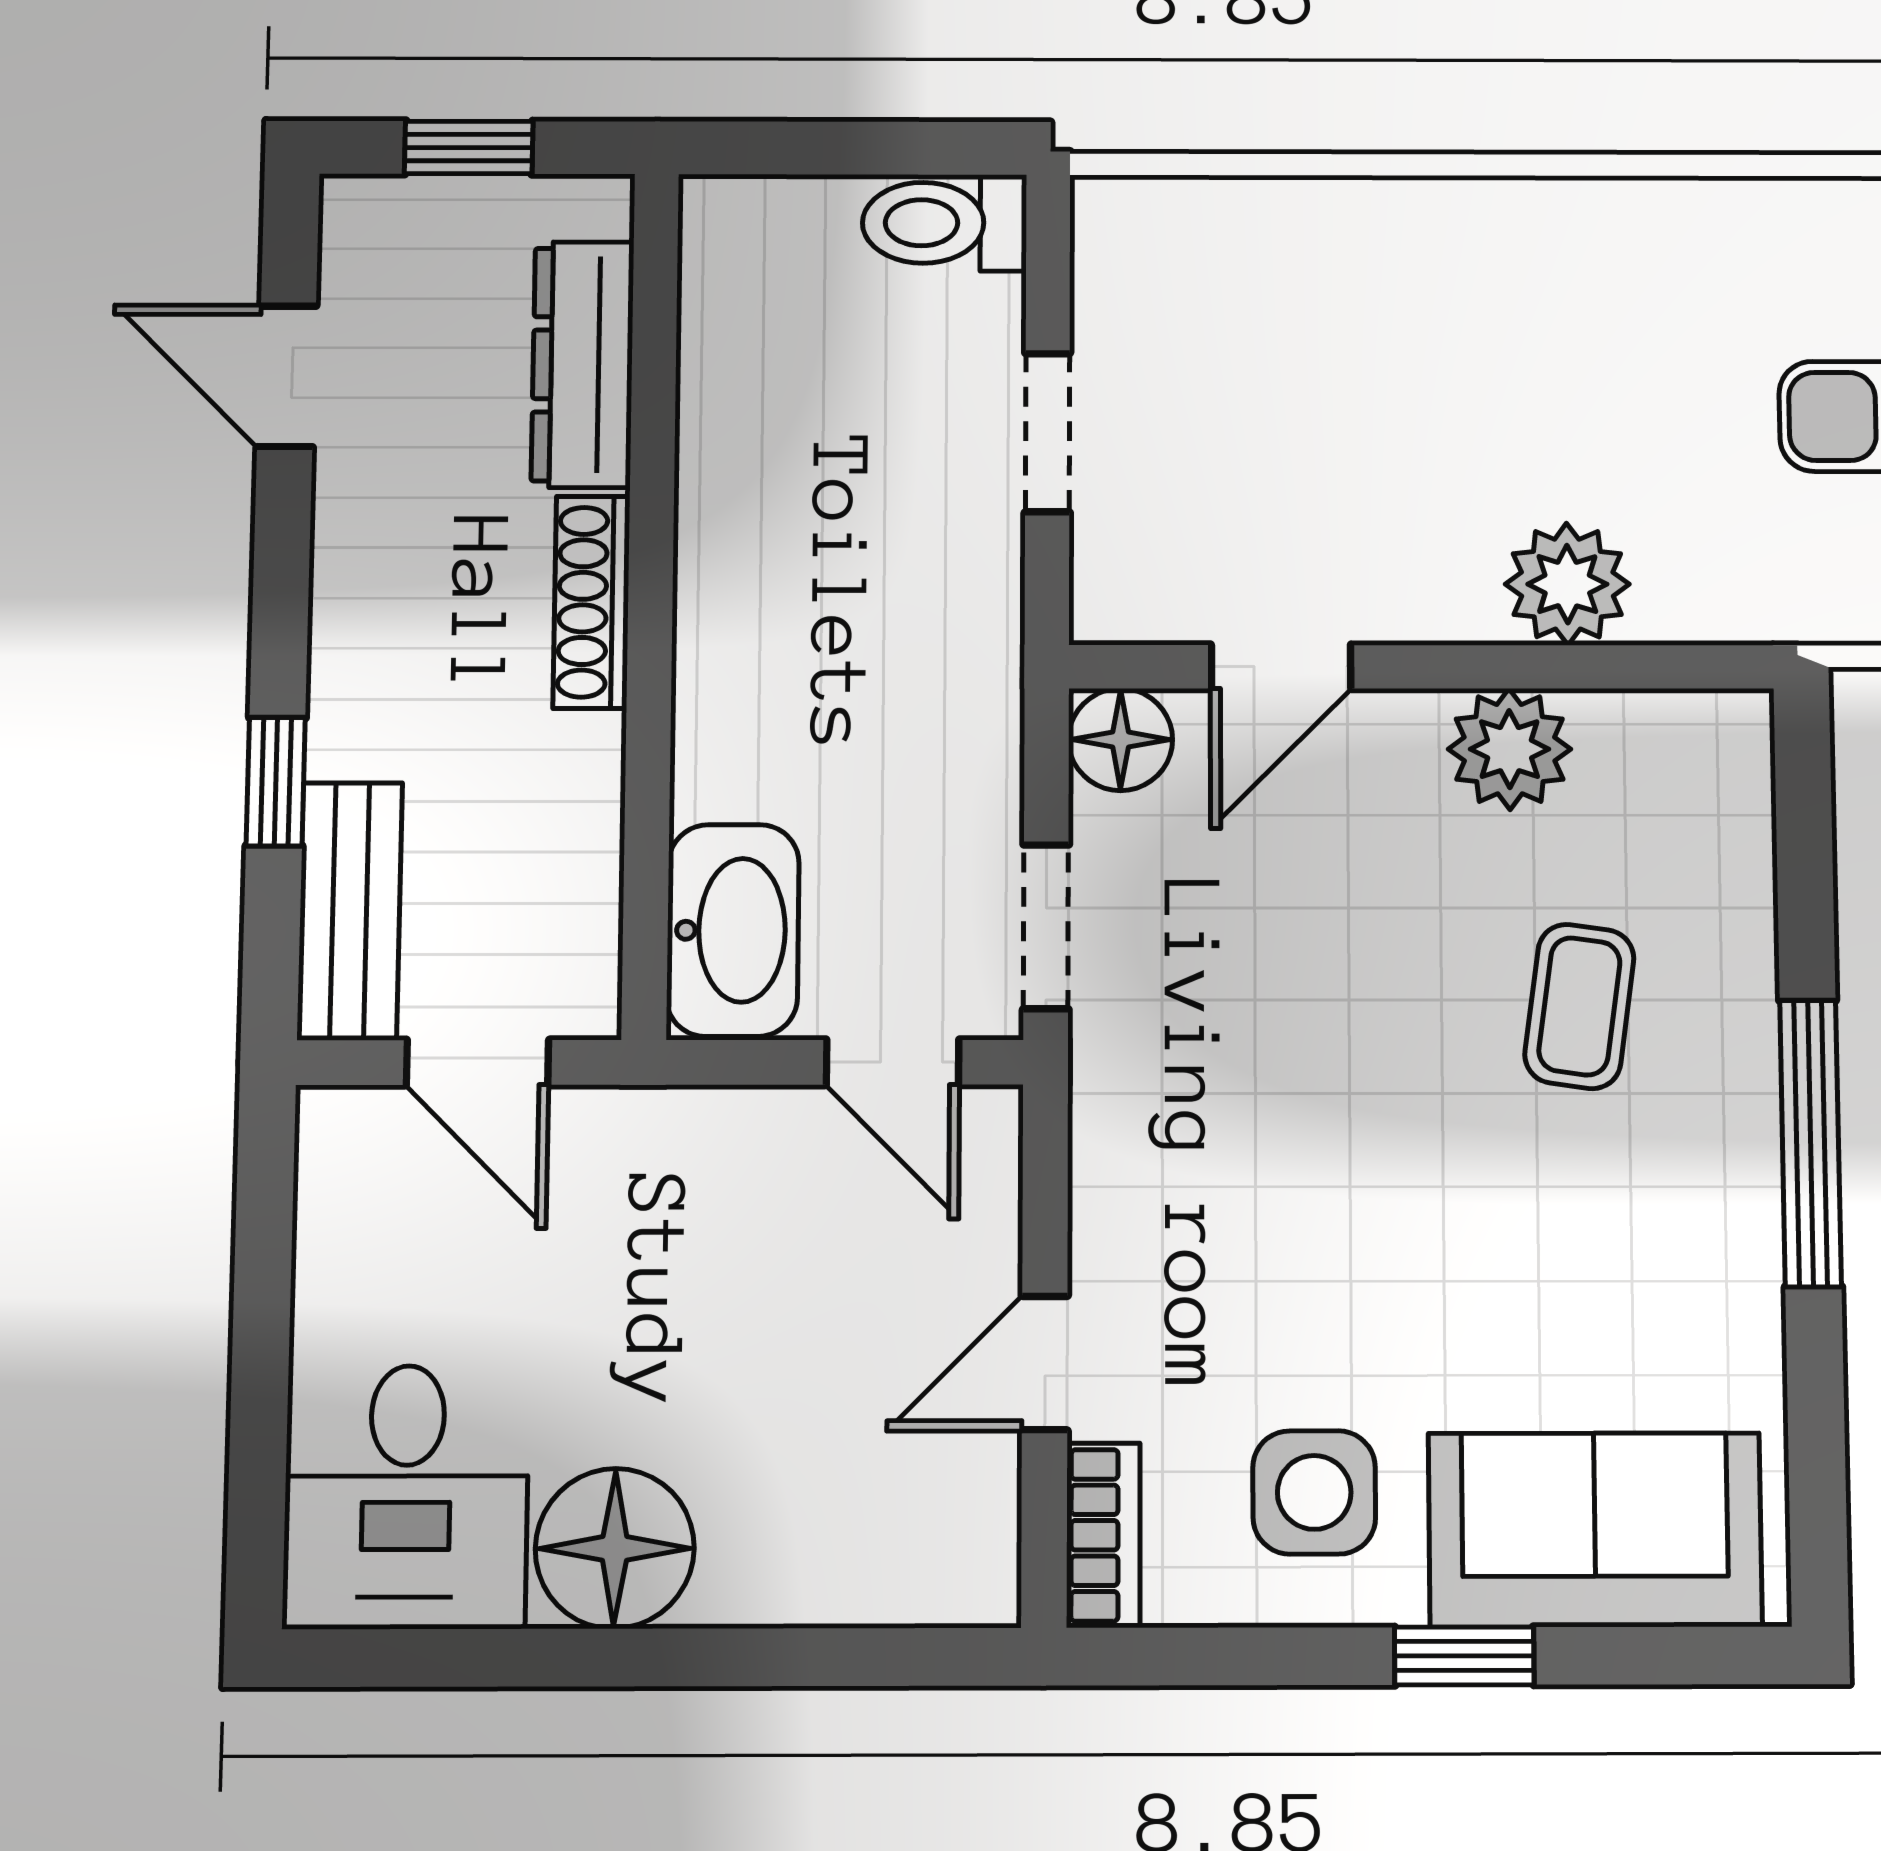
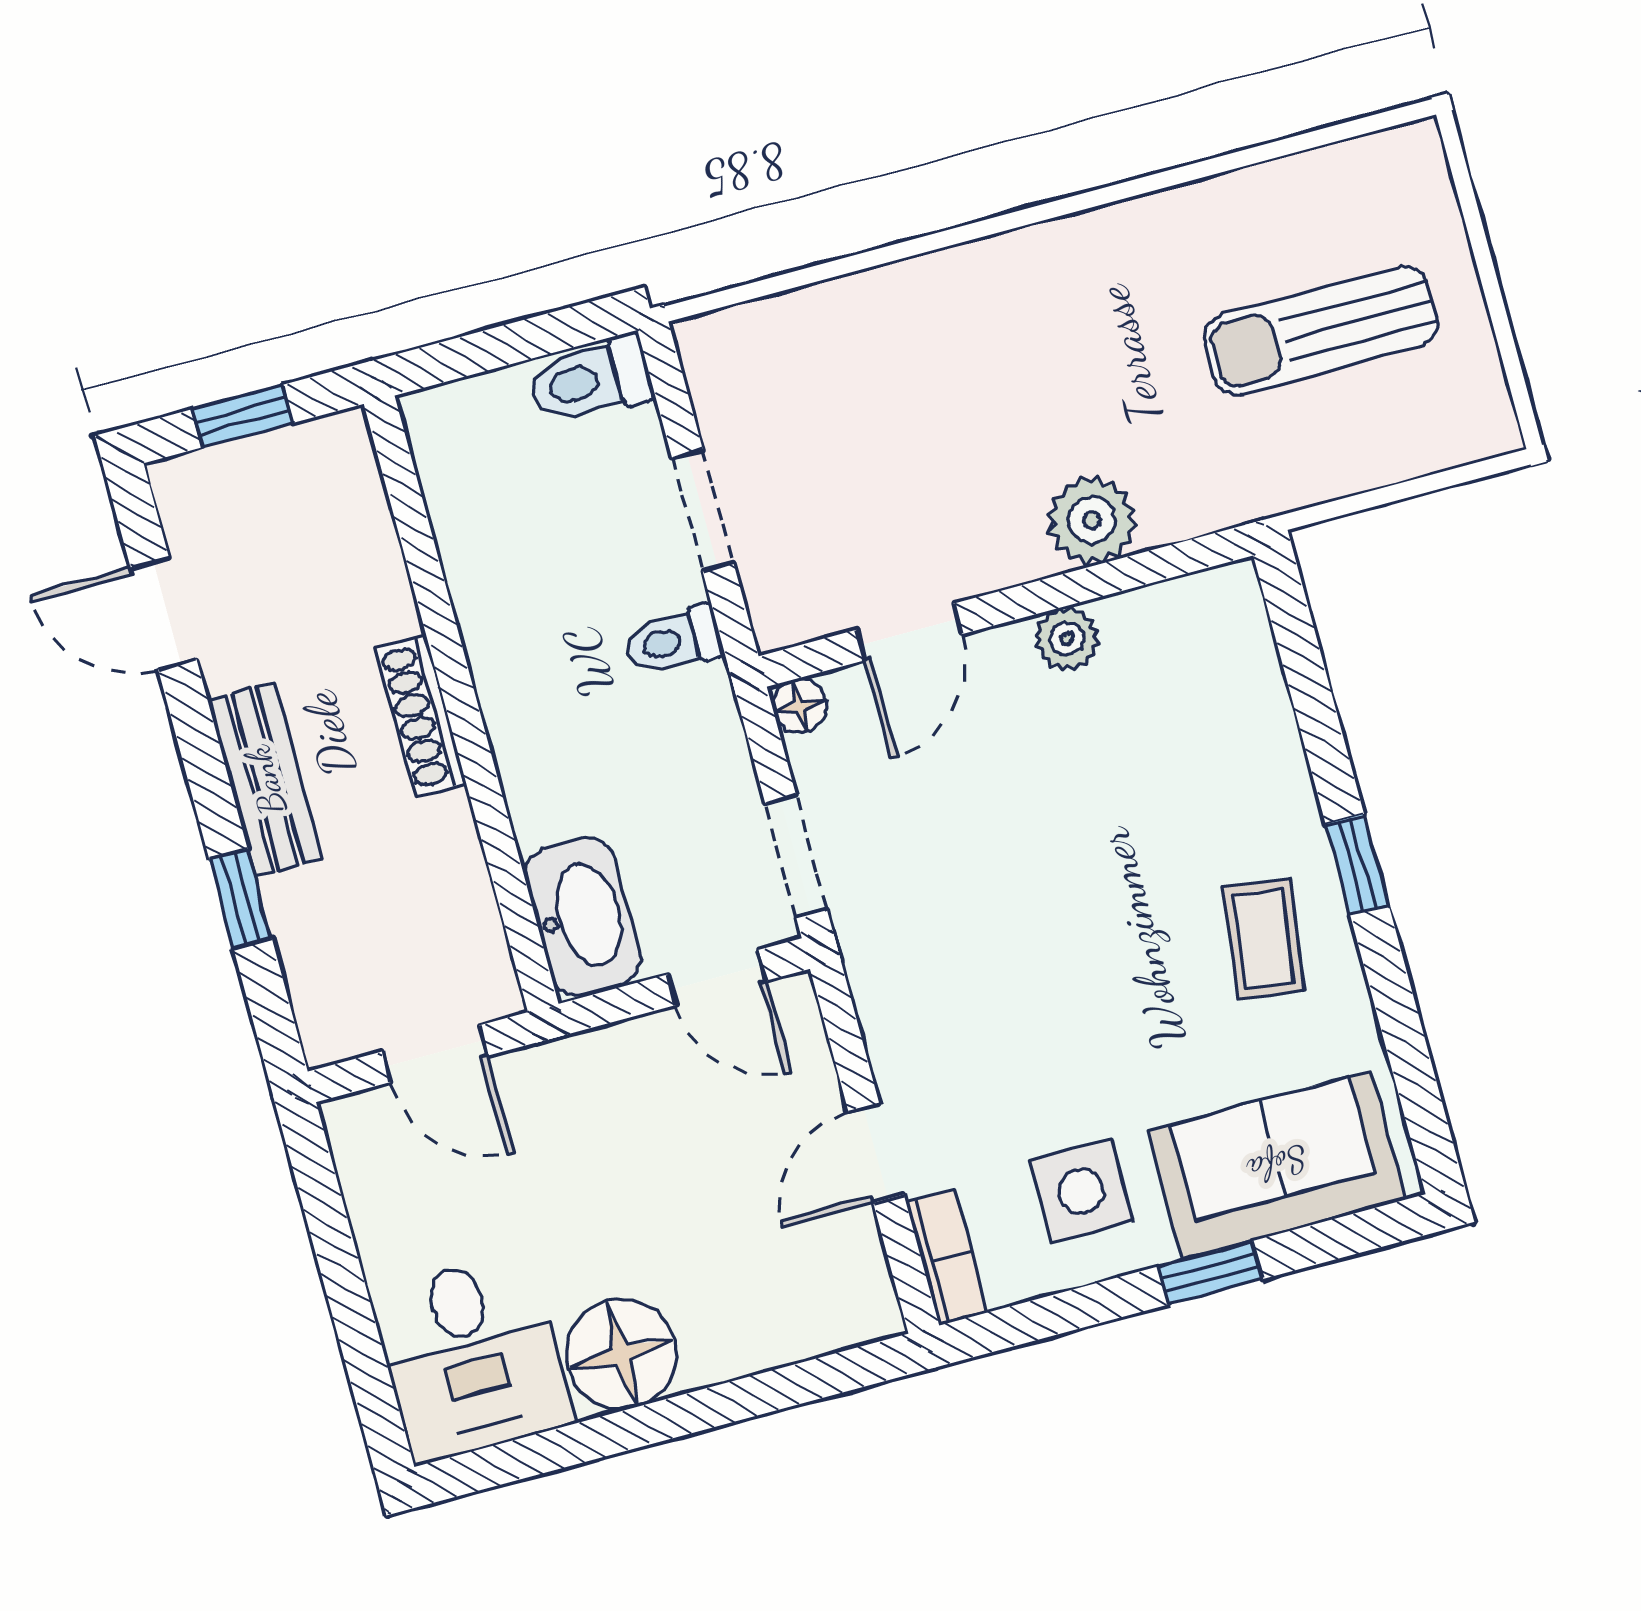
dresser: (583, 364) -> (367, 550), removed
toilet: (961, 593) -> (674, 640), added
floor lamp: (1121, 740) -> (800, 706), width x0.73, depth x0.73
plant: (1510, 749) -> (1067, 639), width x0.73, depth x0.73
bench: (350, 911) -> (265, 780), moved
coffee table: (1579, 1006) -> (1264, 939), moved
window: (1811, 1143) -> (1357, 864), width x0.46

